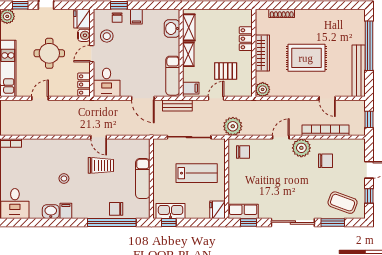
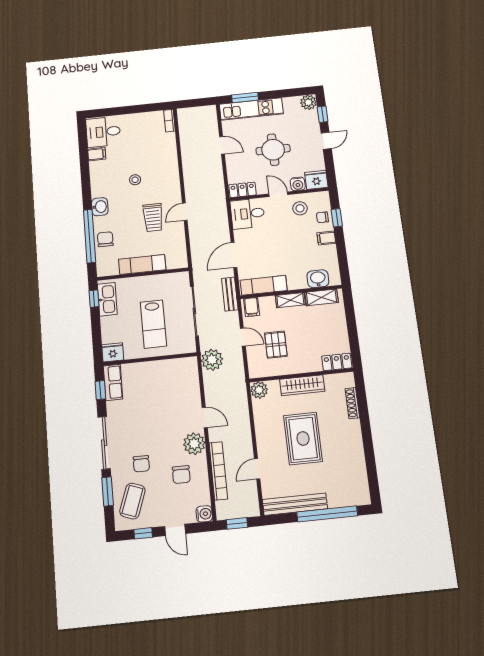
locker: (246, 39) -> (337, 362), moved
water cooler: (359, 145) -> (204, 514), added
chair: (243, 152) -> (141, 464), moved
filing cabinet: (66, 211) -> (97, 154), moved
washbasin: (51, 212) -> (100, 207), moved

